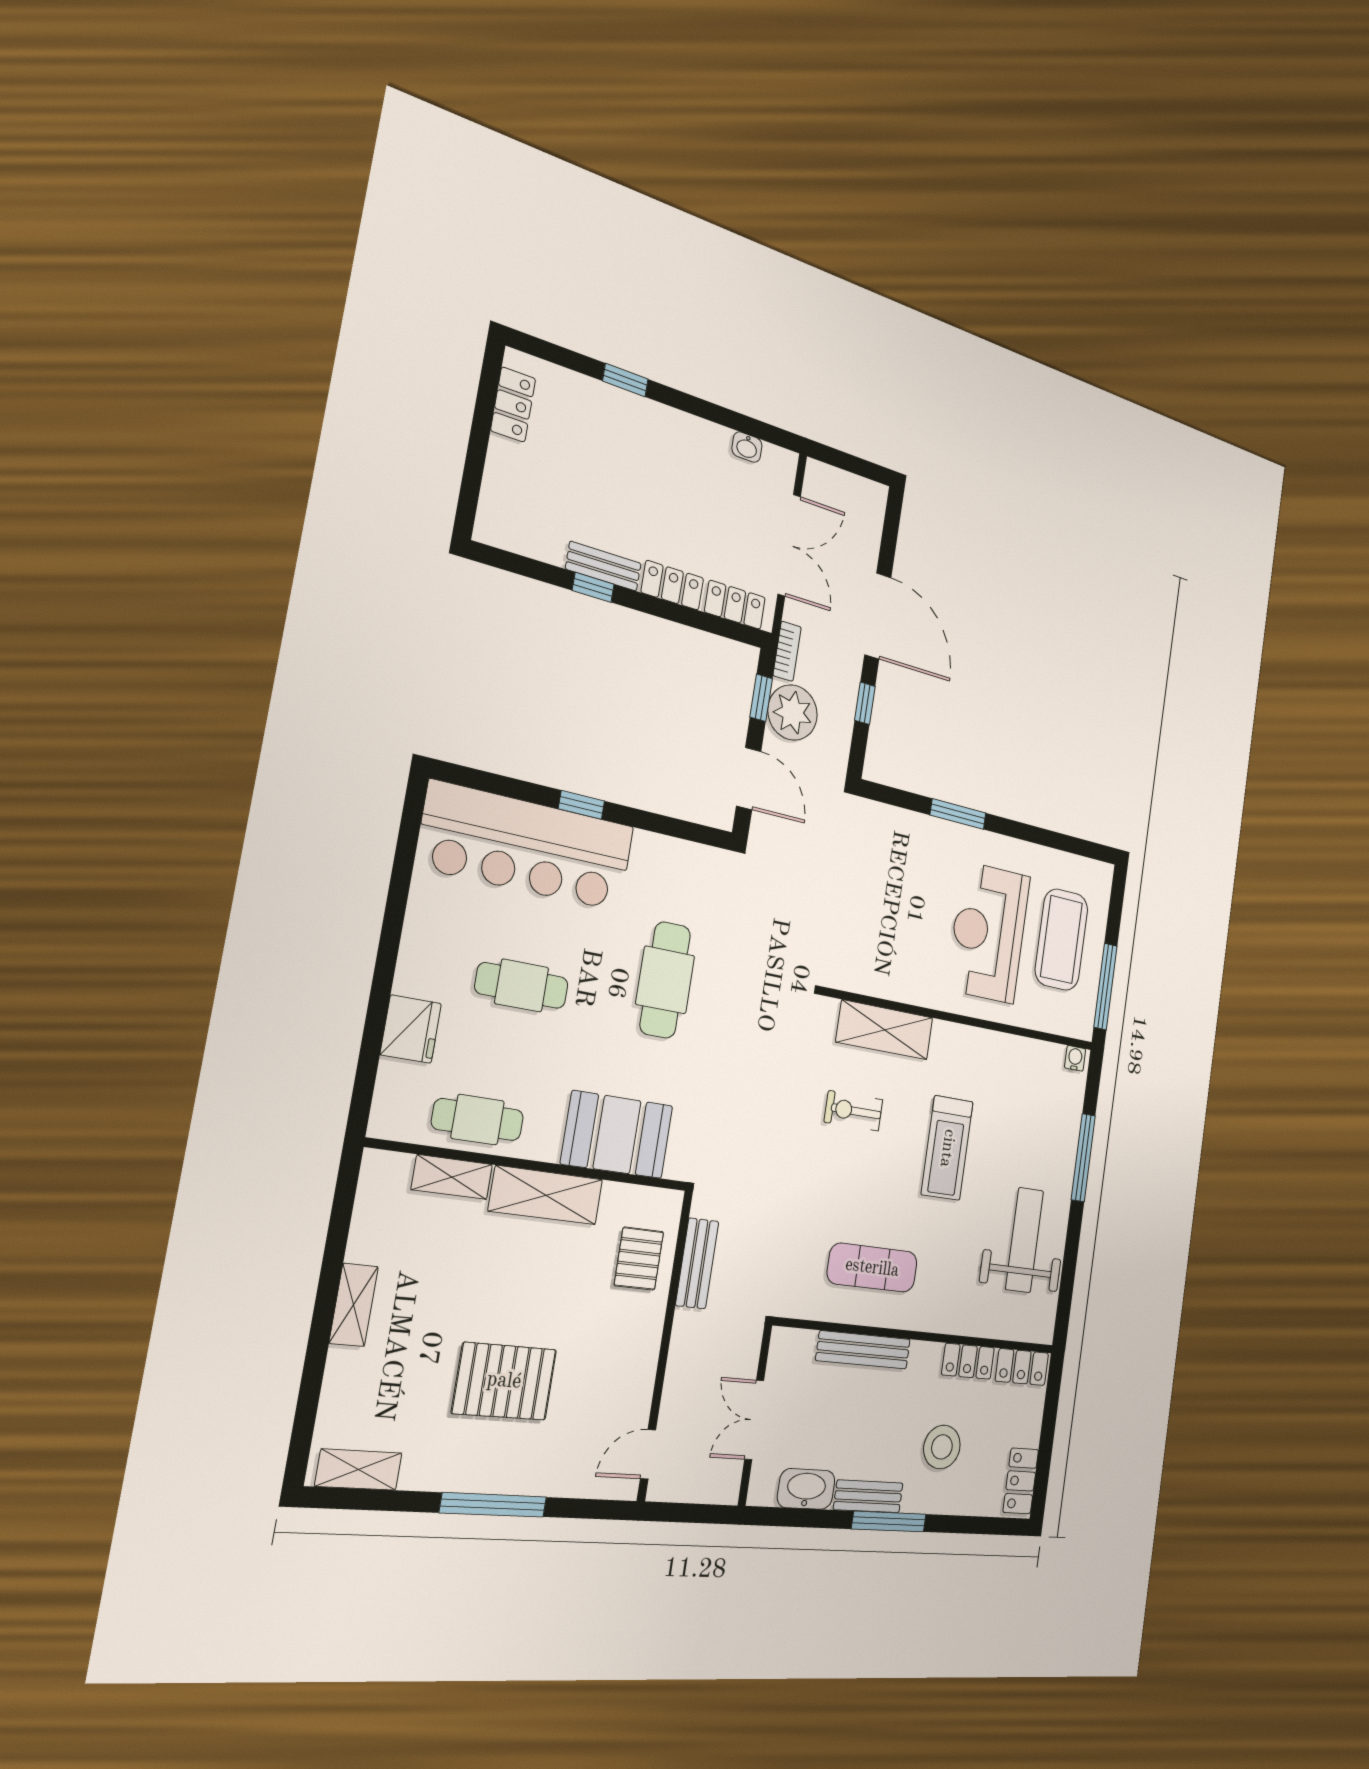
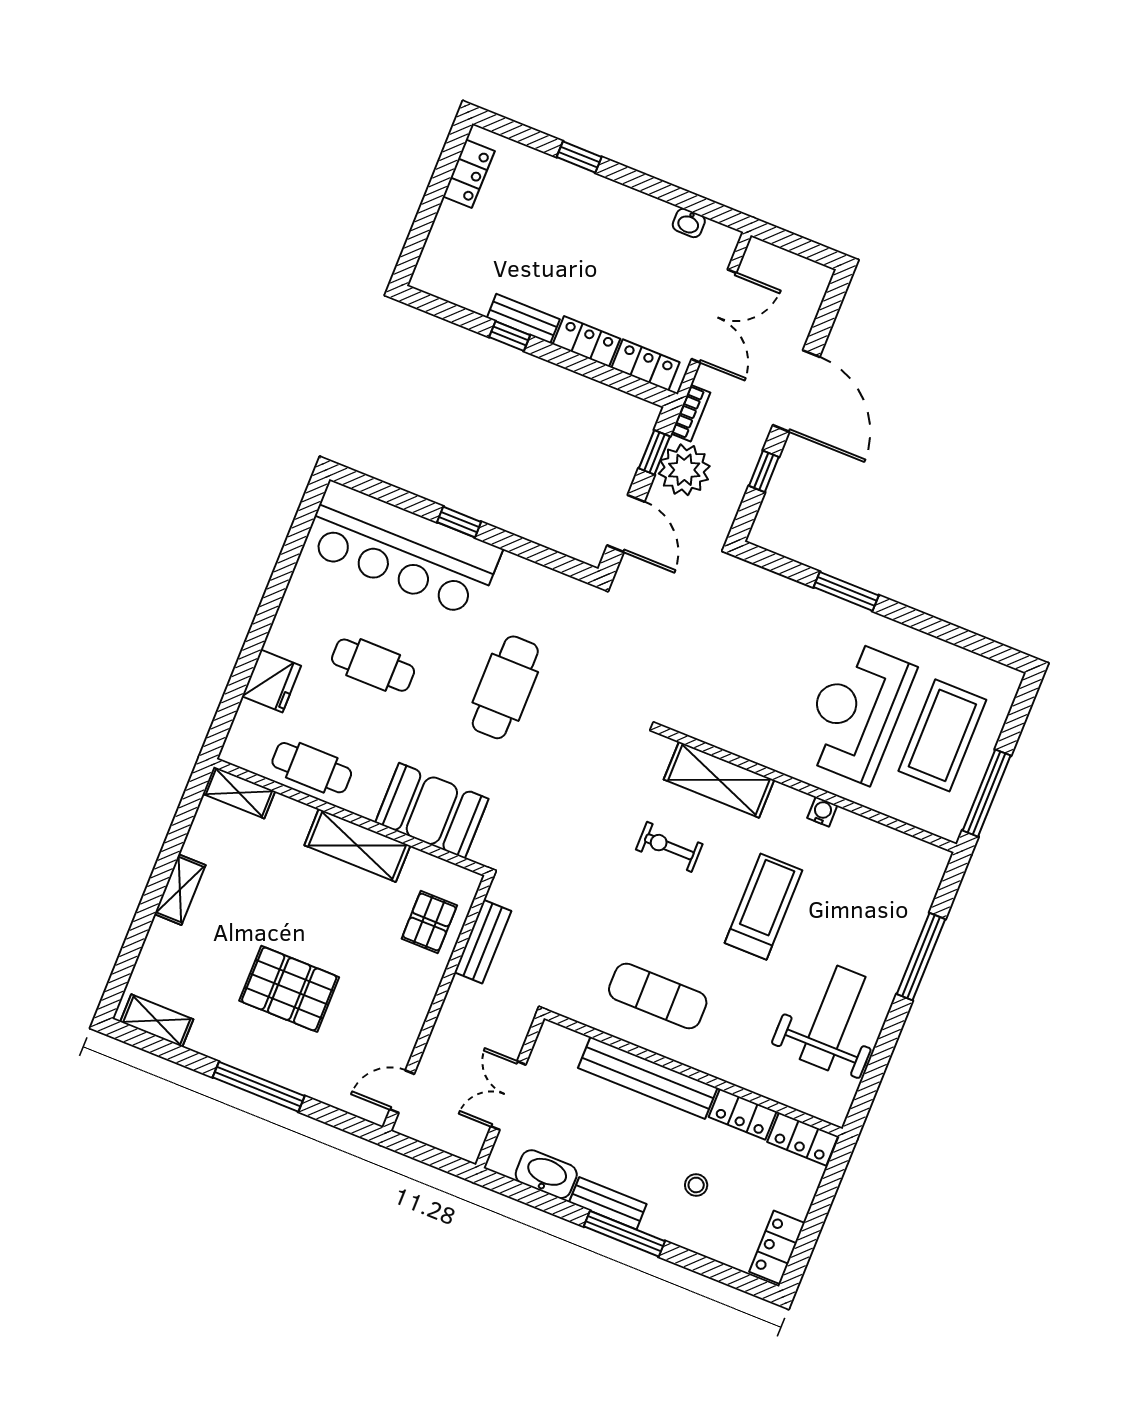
water cooler: (1075, 1058) -> (822, 812), moved
treadmill: (947, 1148) -> (764, 907), turned 180
shelving: (452, 1177) -> (239, 793), moved
bench: (863, 1350) -> (648, 1078), width x1.37, depth x1.21
stool: (942, 1447) -> (696, 1185), width x0.53, depth x0.53

